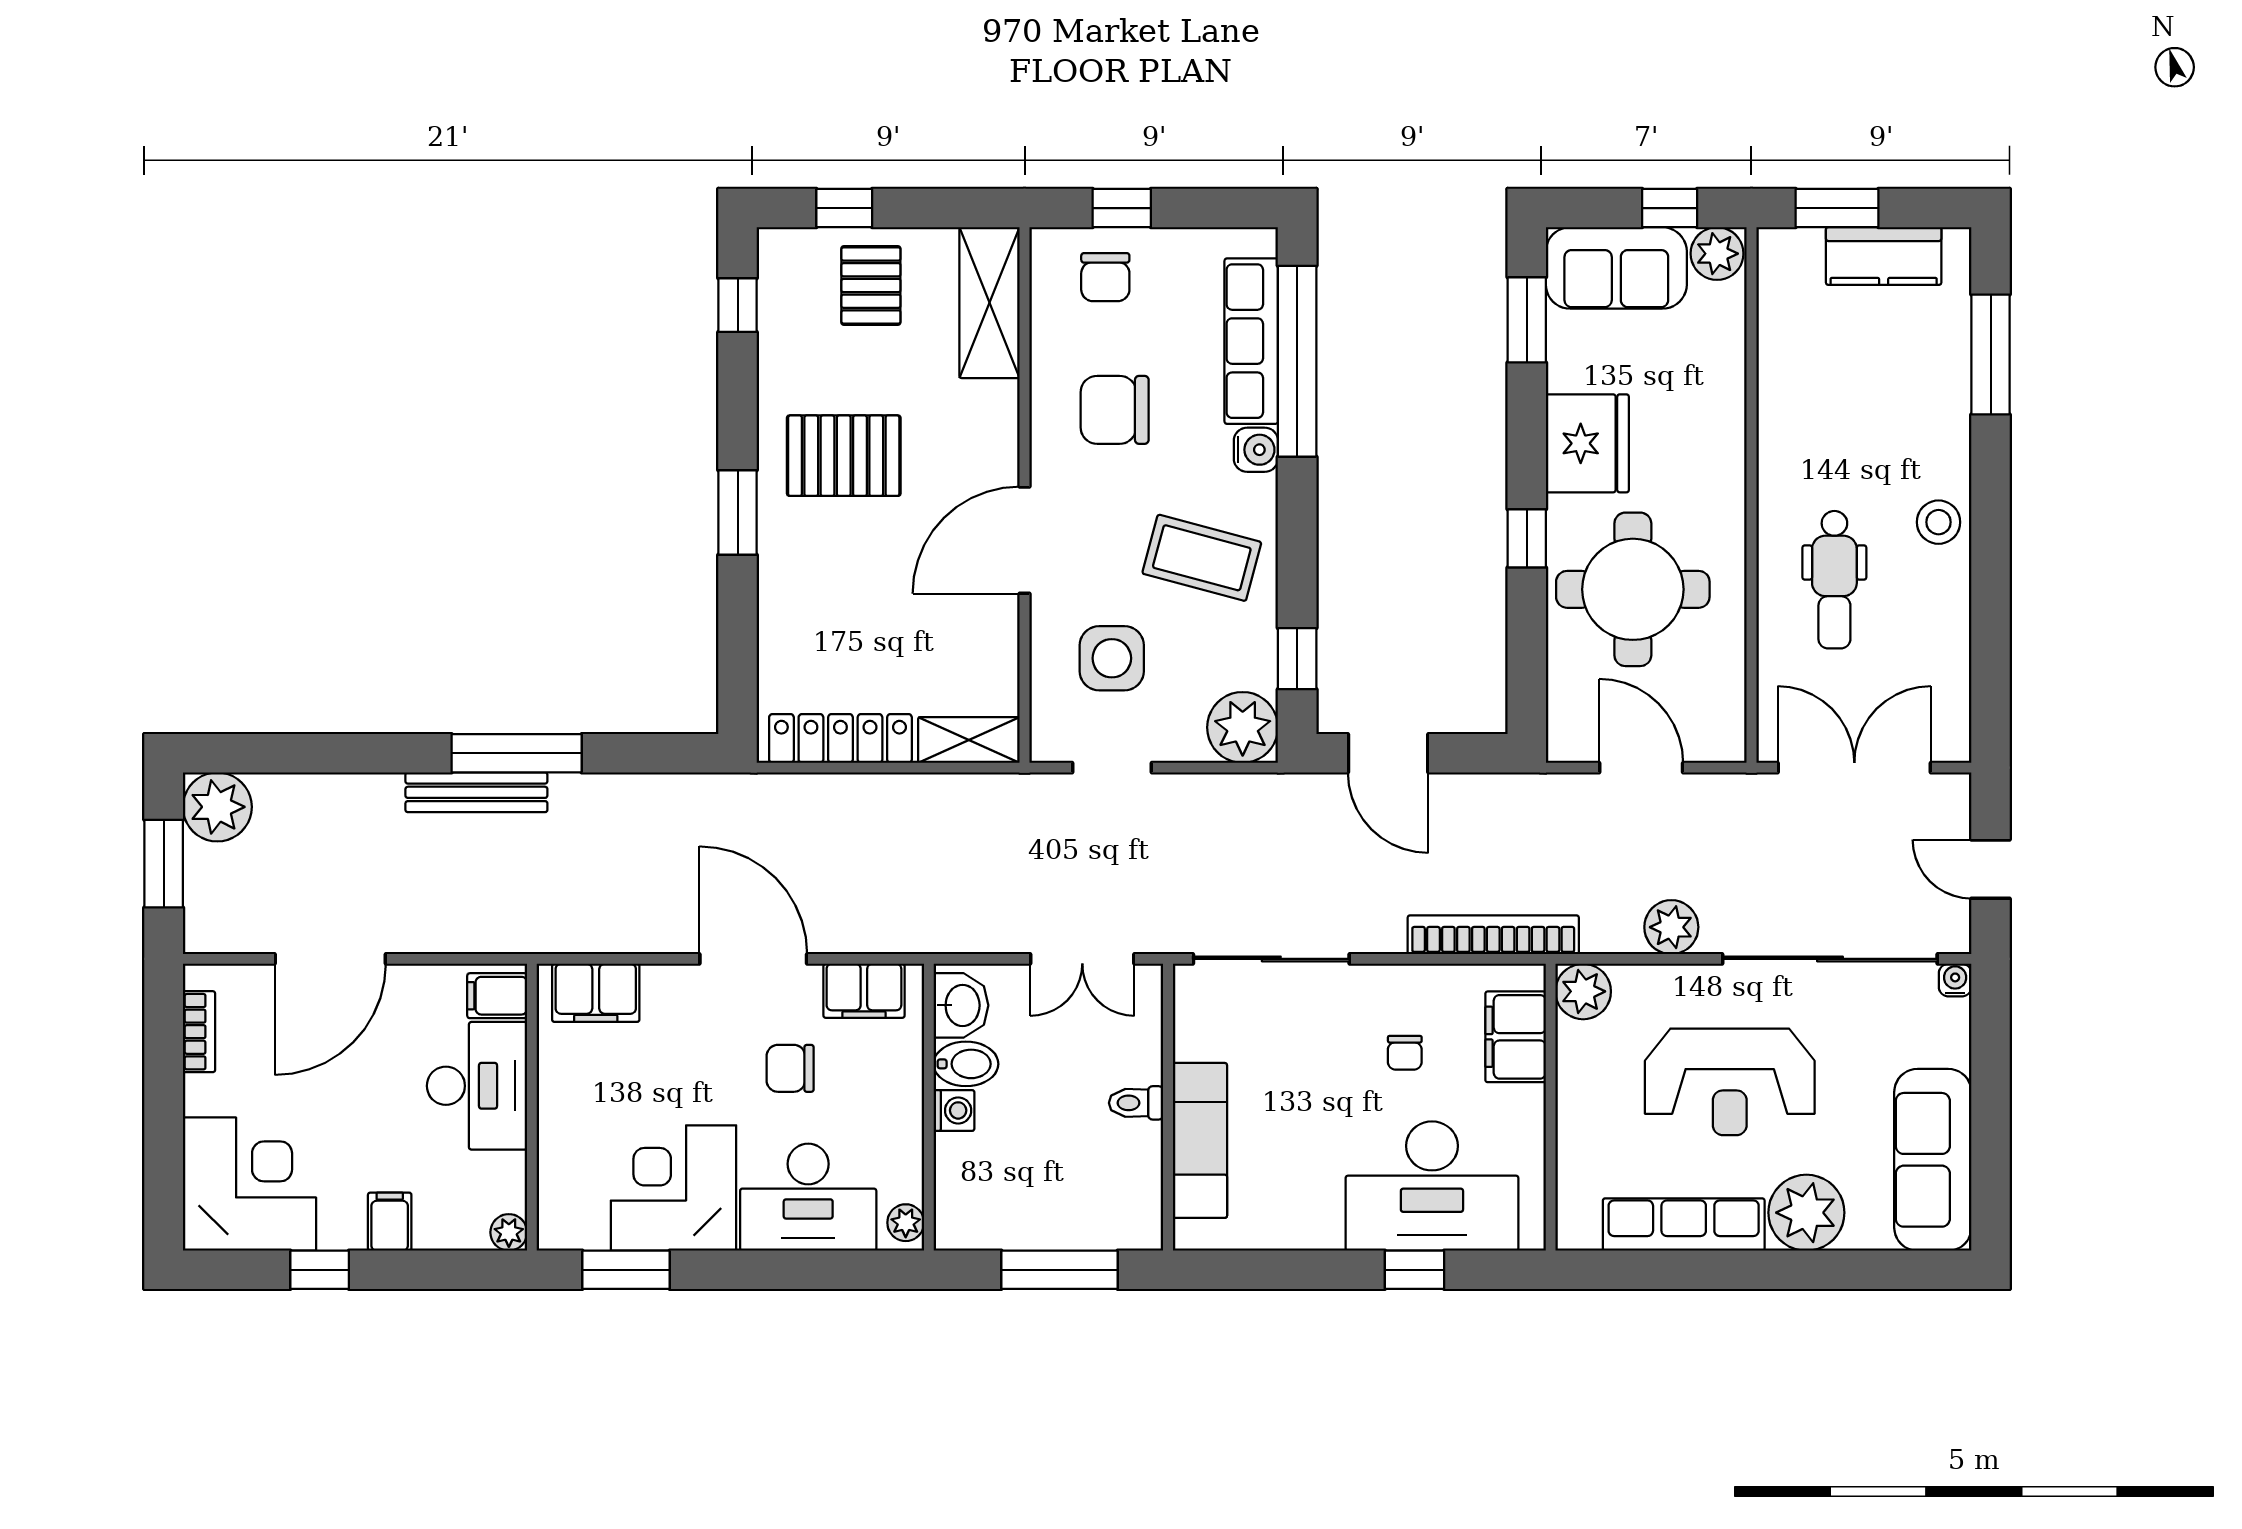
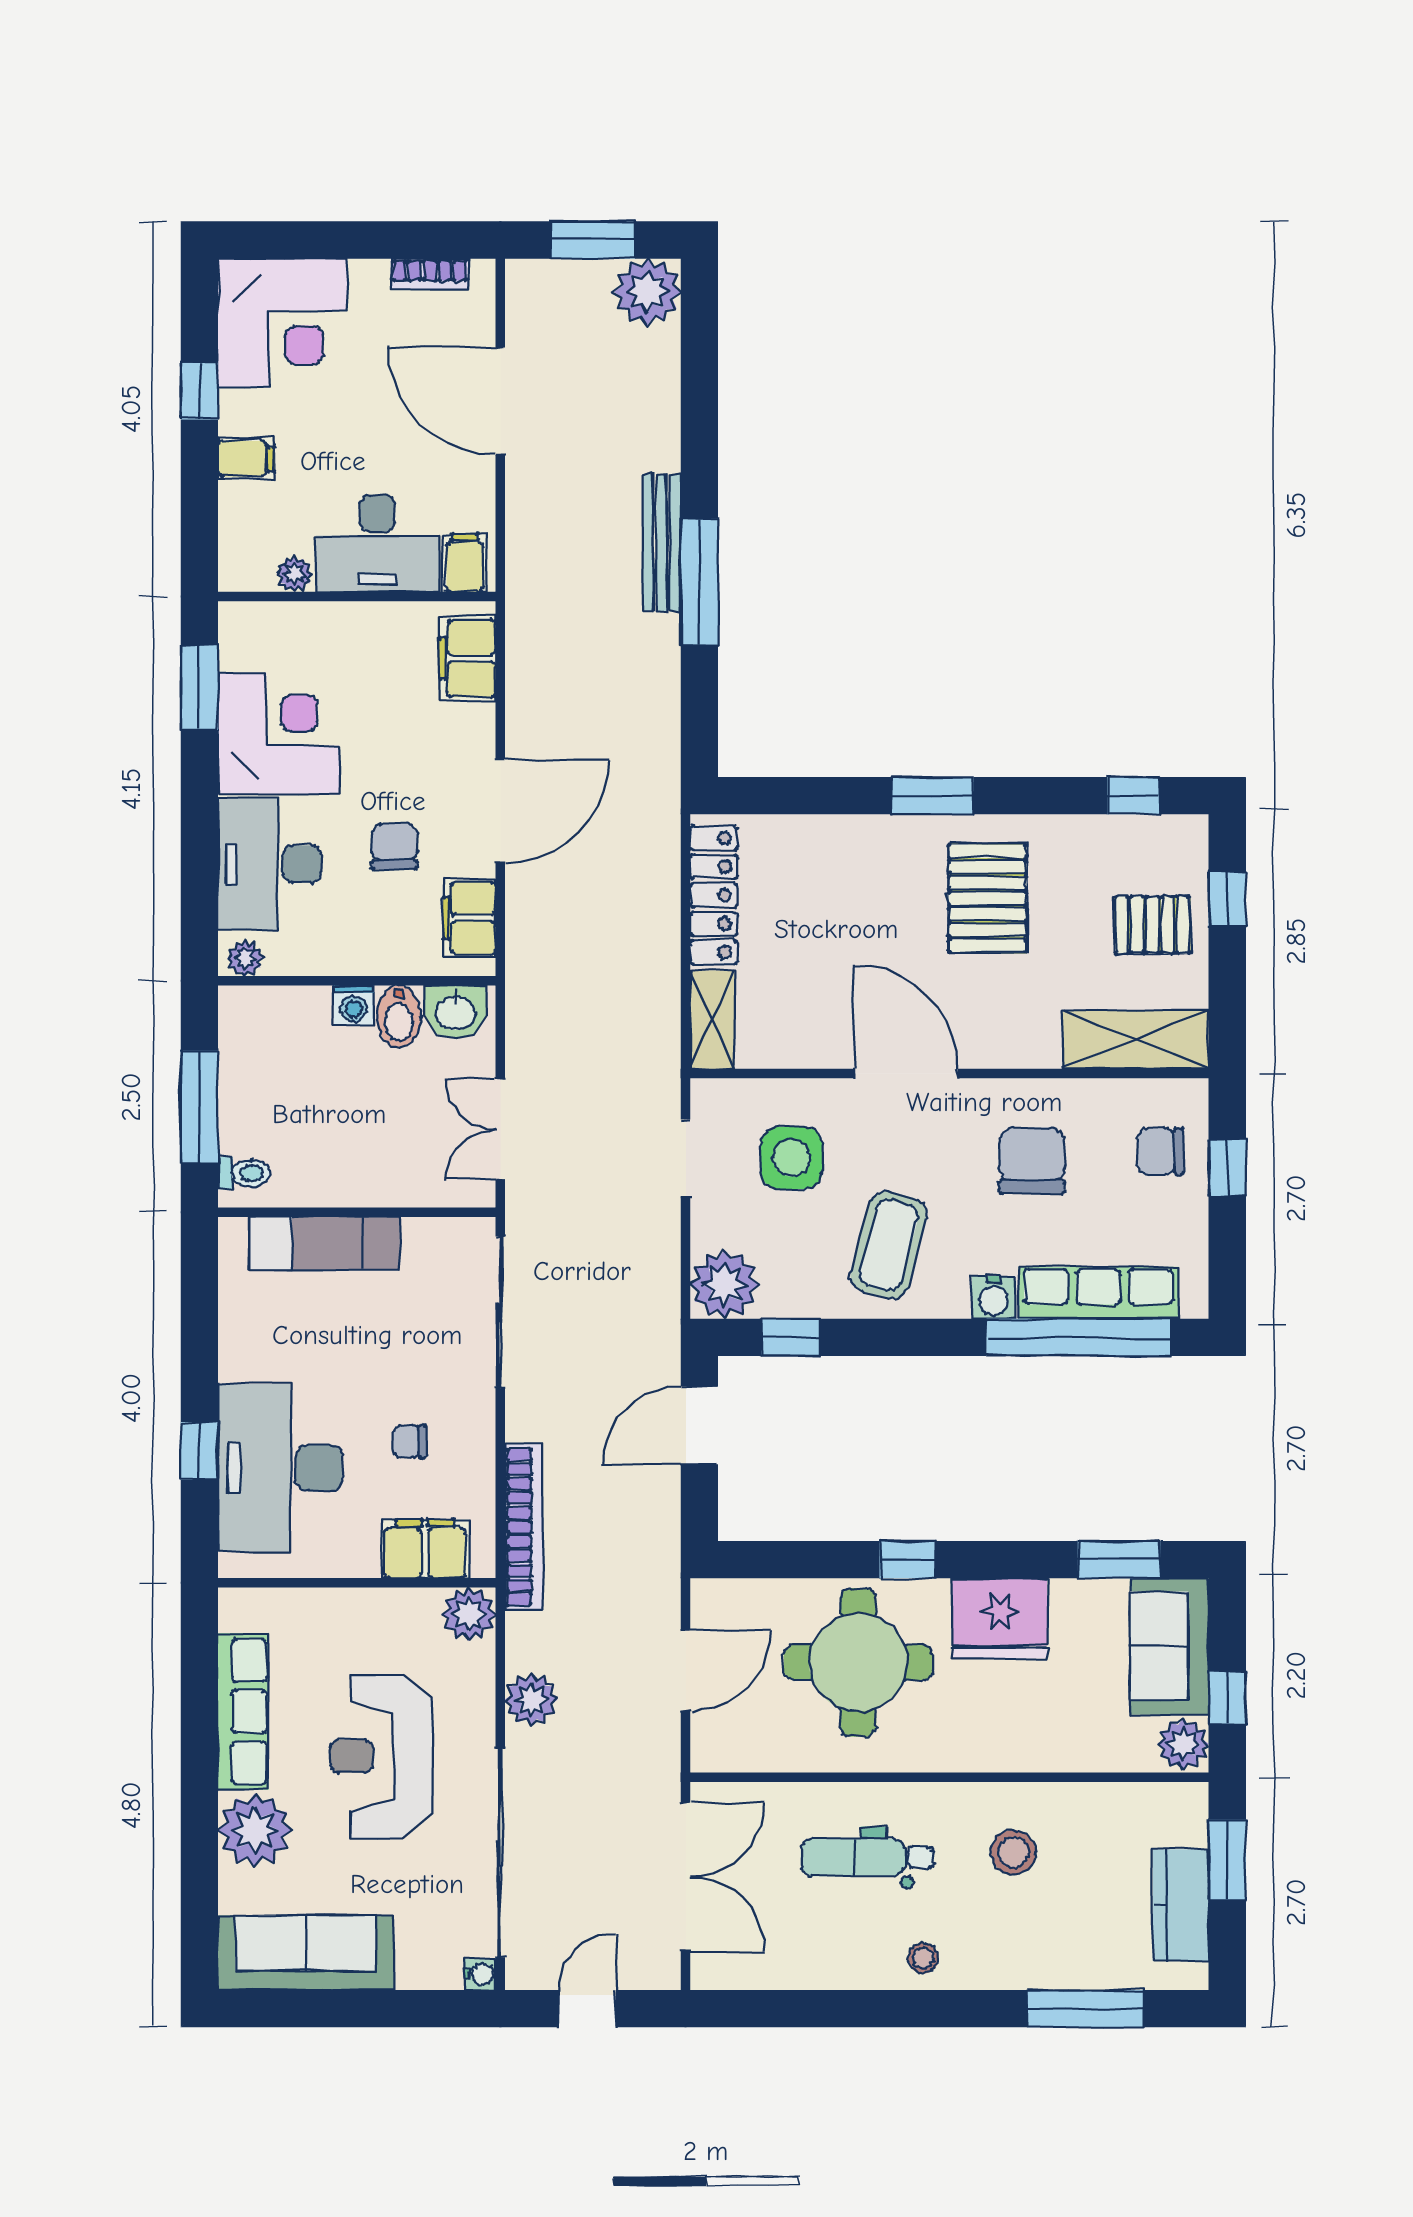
stool: (1829, 429) -> (1013, 1852), added
stool: (1939, 522) -> (923, 1958), width x0.73, depth x0.73
toilet: (1136, 1103) -> (244, 1173), moved, turned 90
plant: (509, 1232) -> (294, 574), moved

